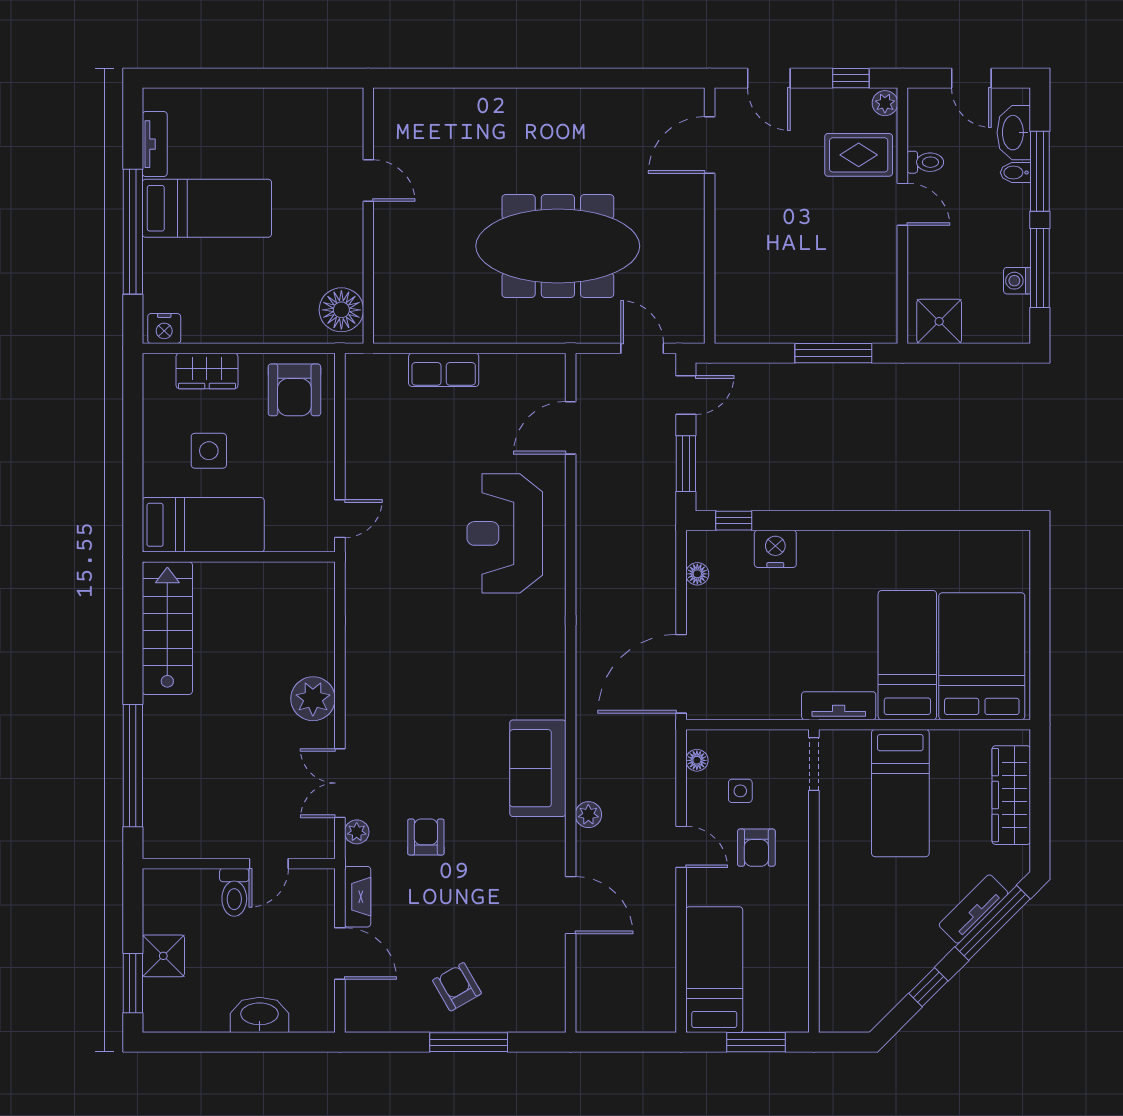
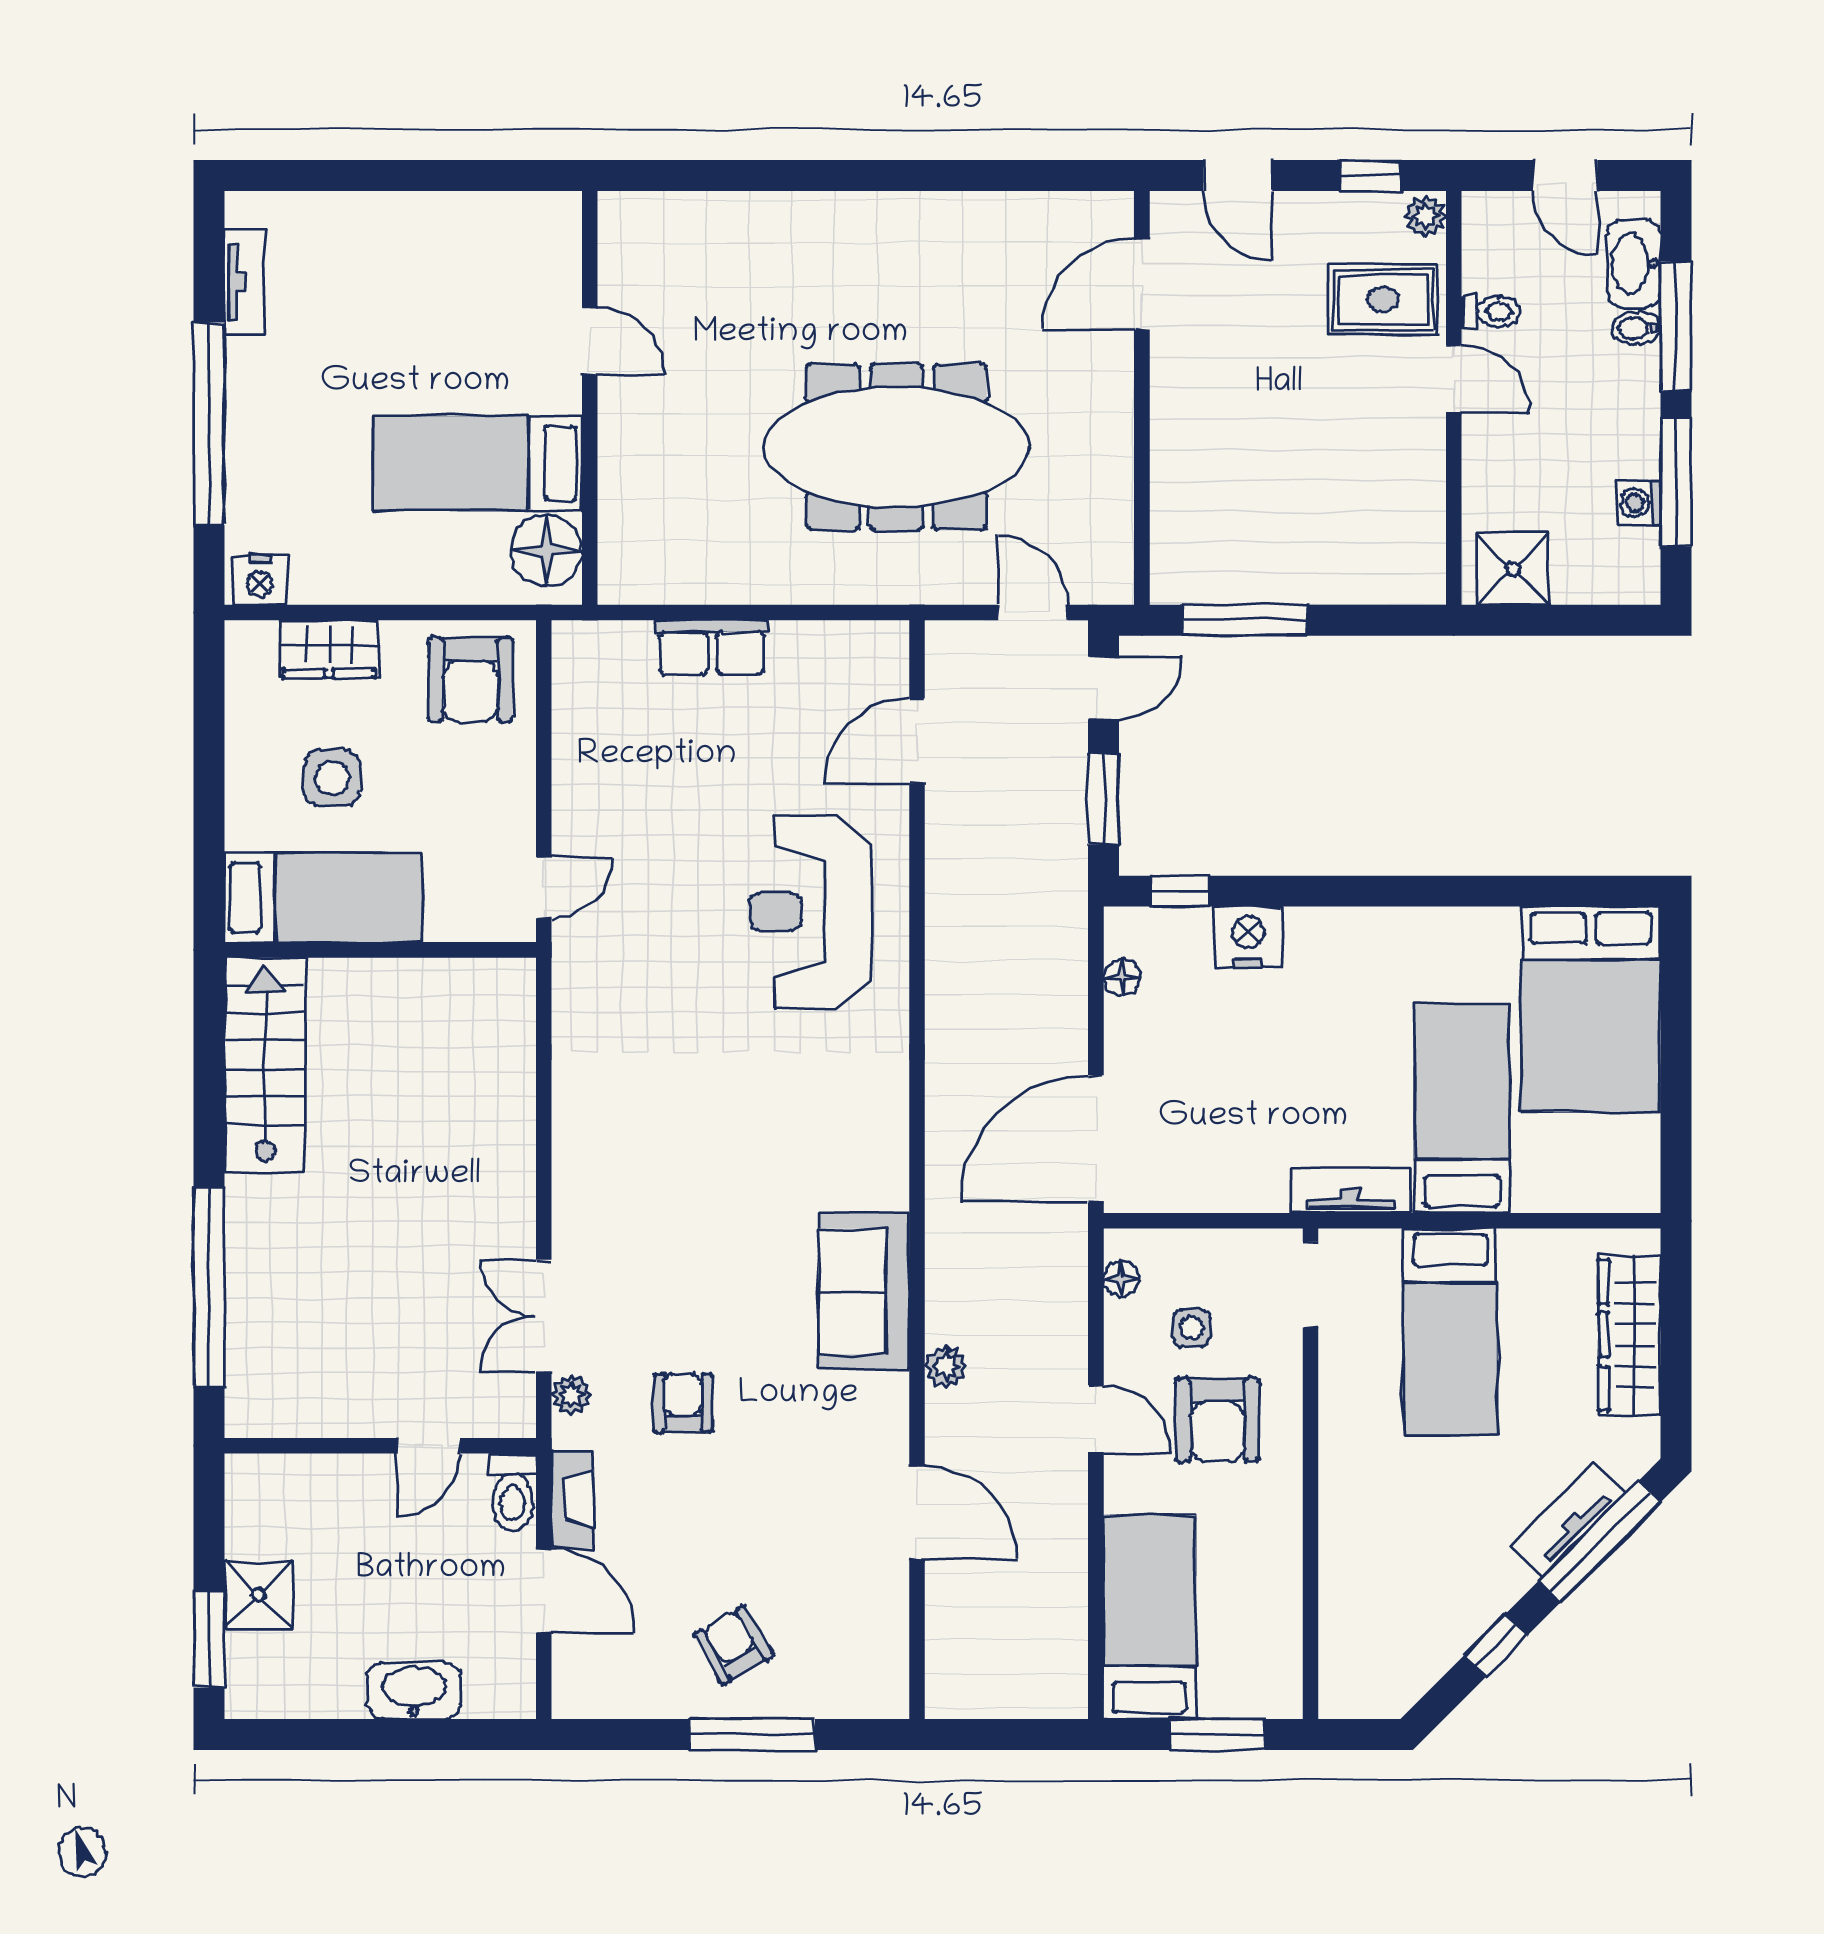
bed: (207, 208) -> (478, 463), moved, turned 180
window: (833, 353) -> (1245, 620), moved
bed: (982, 656) -> (1591, 1009), moved, turned 180
plant: (313, 699) -> (500, 1179), removed
armchair: (756, 848) -> (1217, 1420), width x1.38, depth x1.38
toilet: (234, 892) -> (513, 1492), moved

